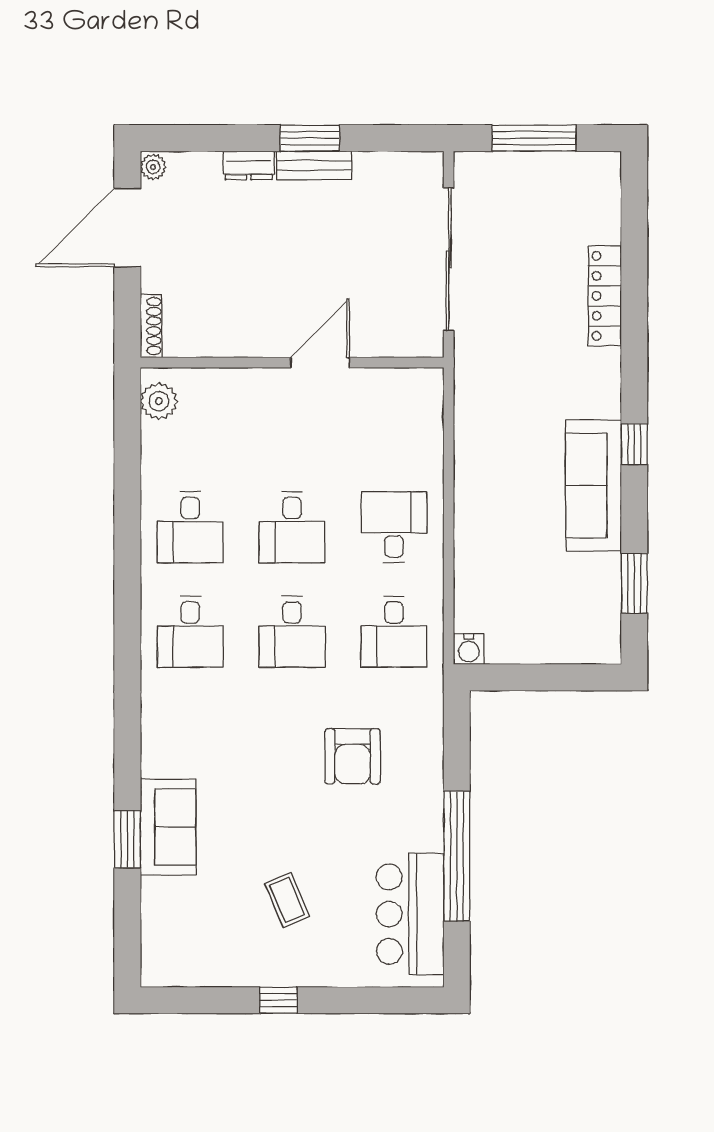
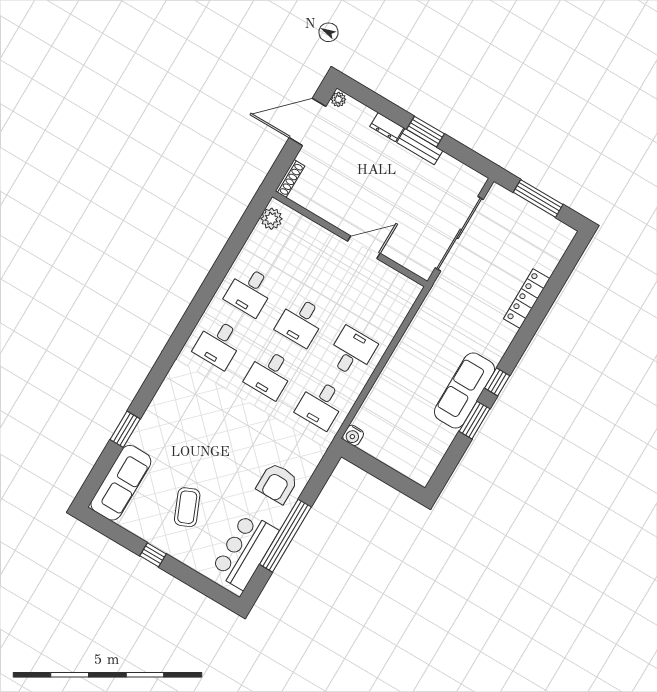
window: (634, 583) -> (475, 420), moved
armchair: (353, 756) -> (277, 483), moved
sofa: (168, 827) -> (121, 483), moved, width x1.36
coffee table: (287, 900) -> (187, 507), width x1.36, depth x1.30

